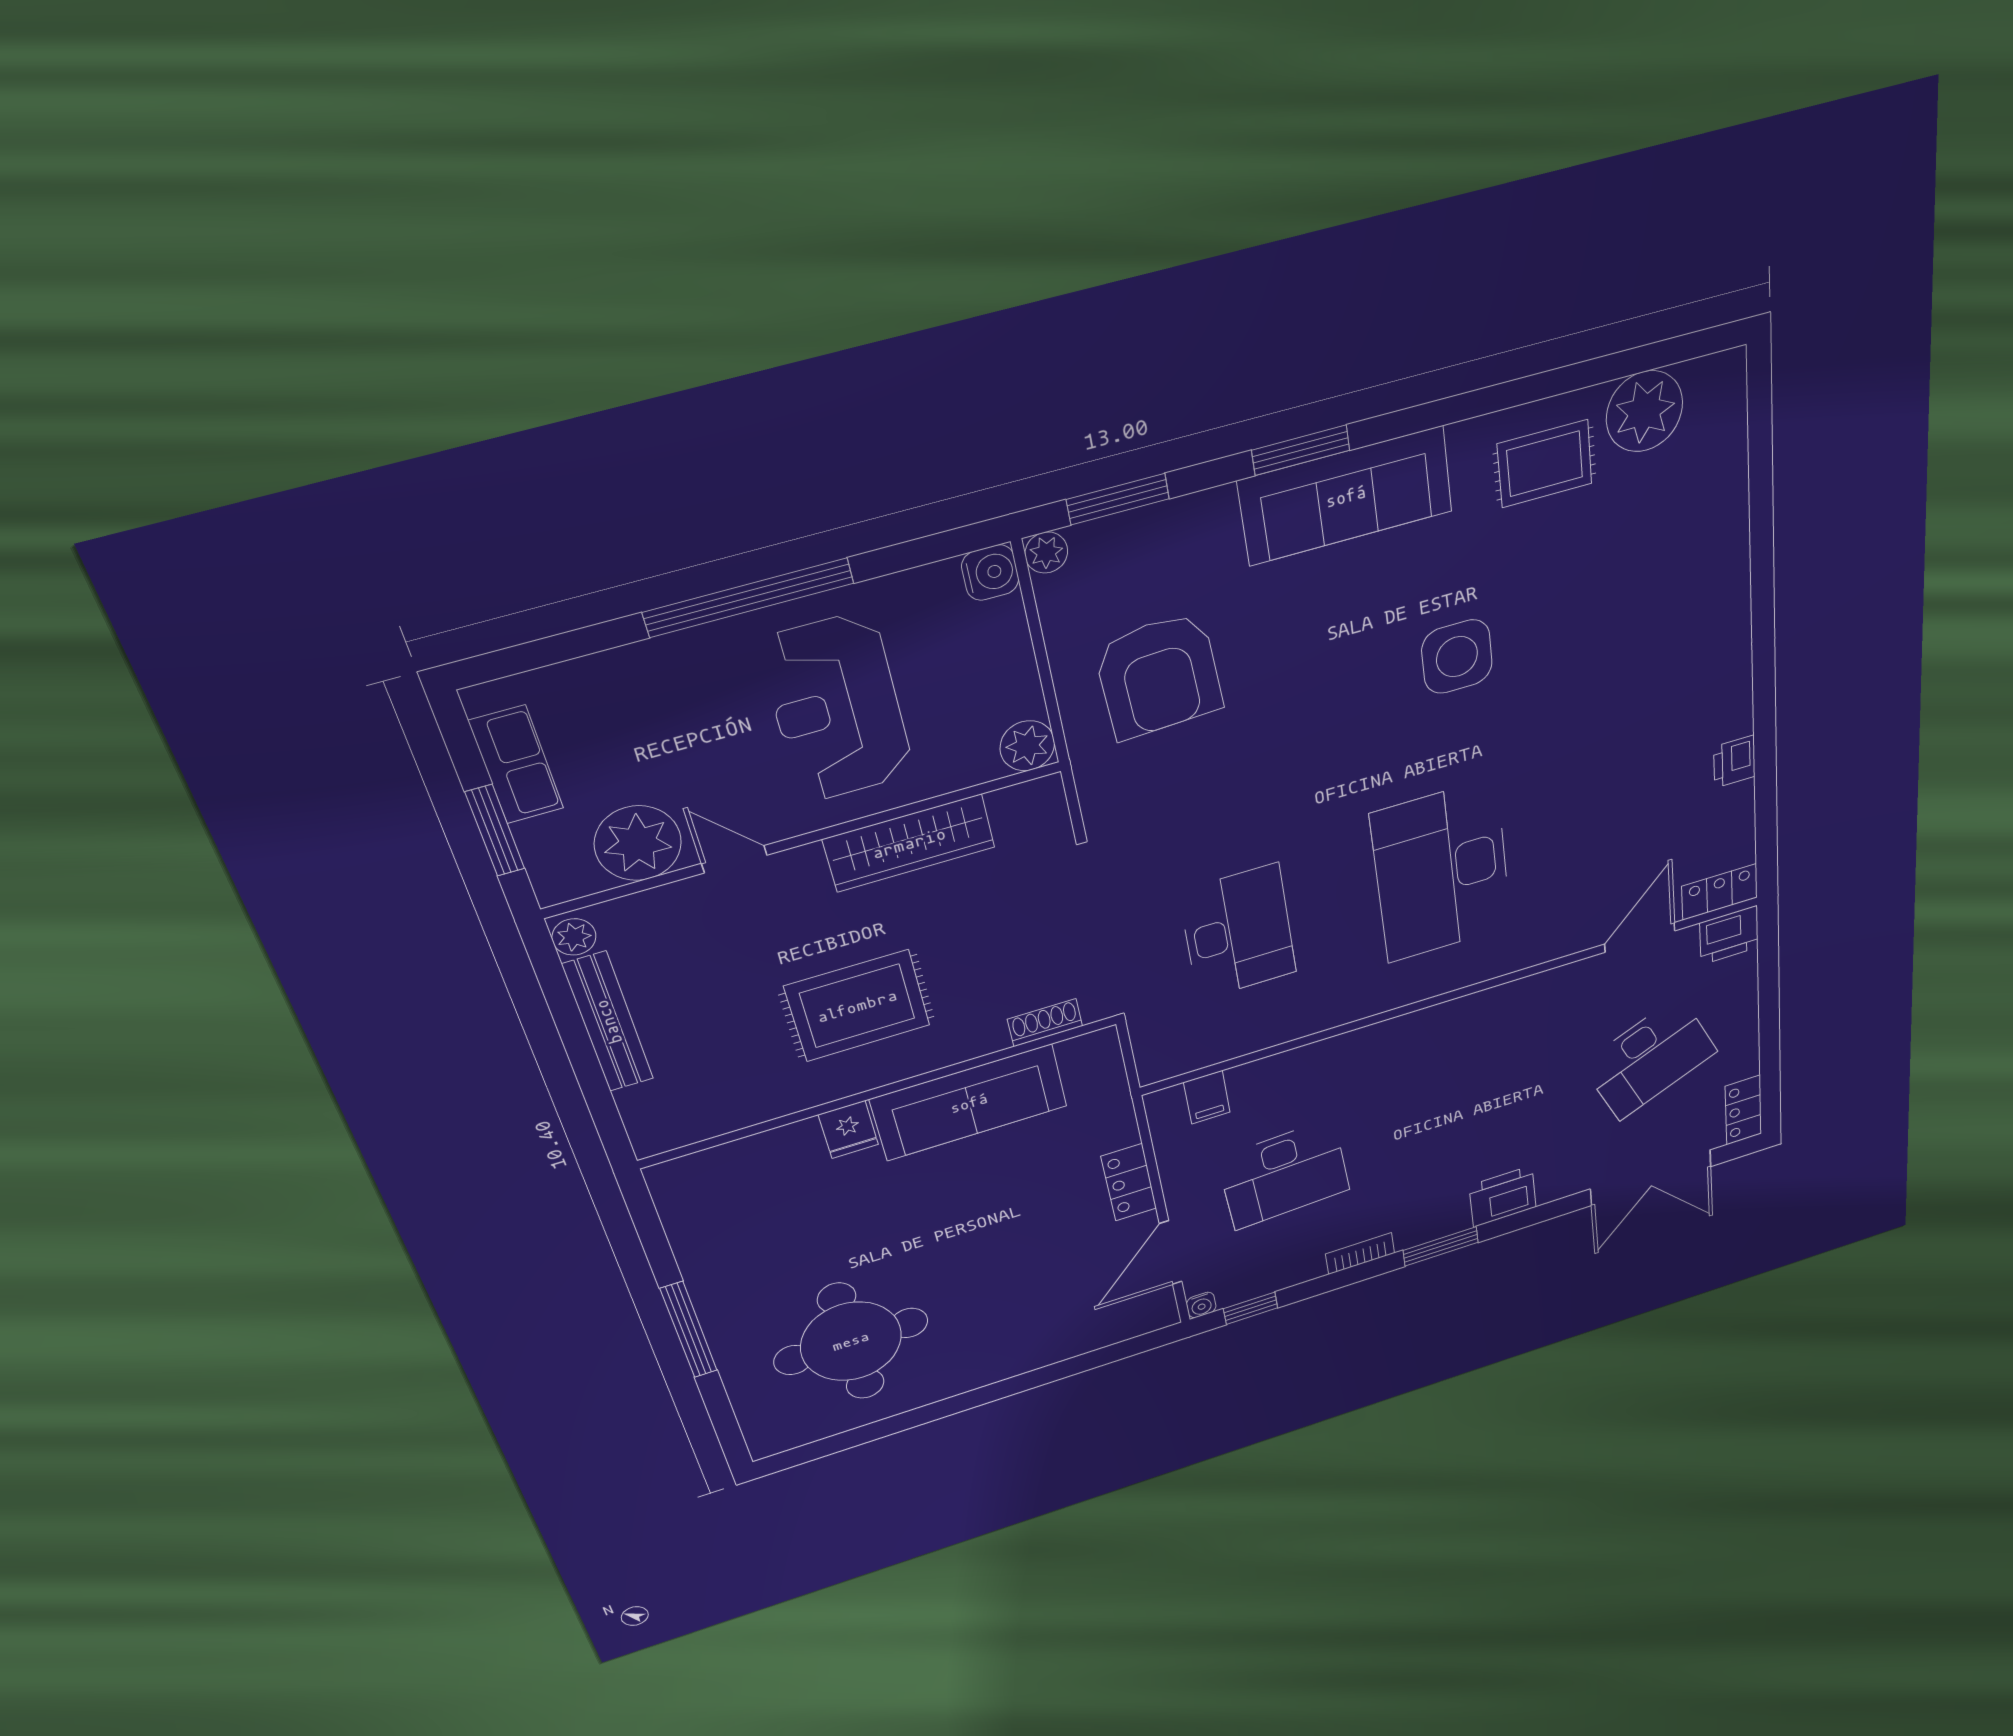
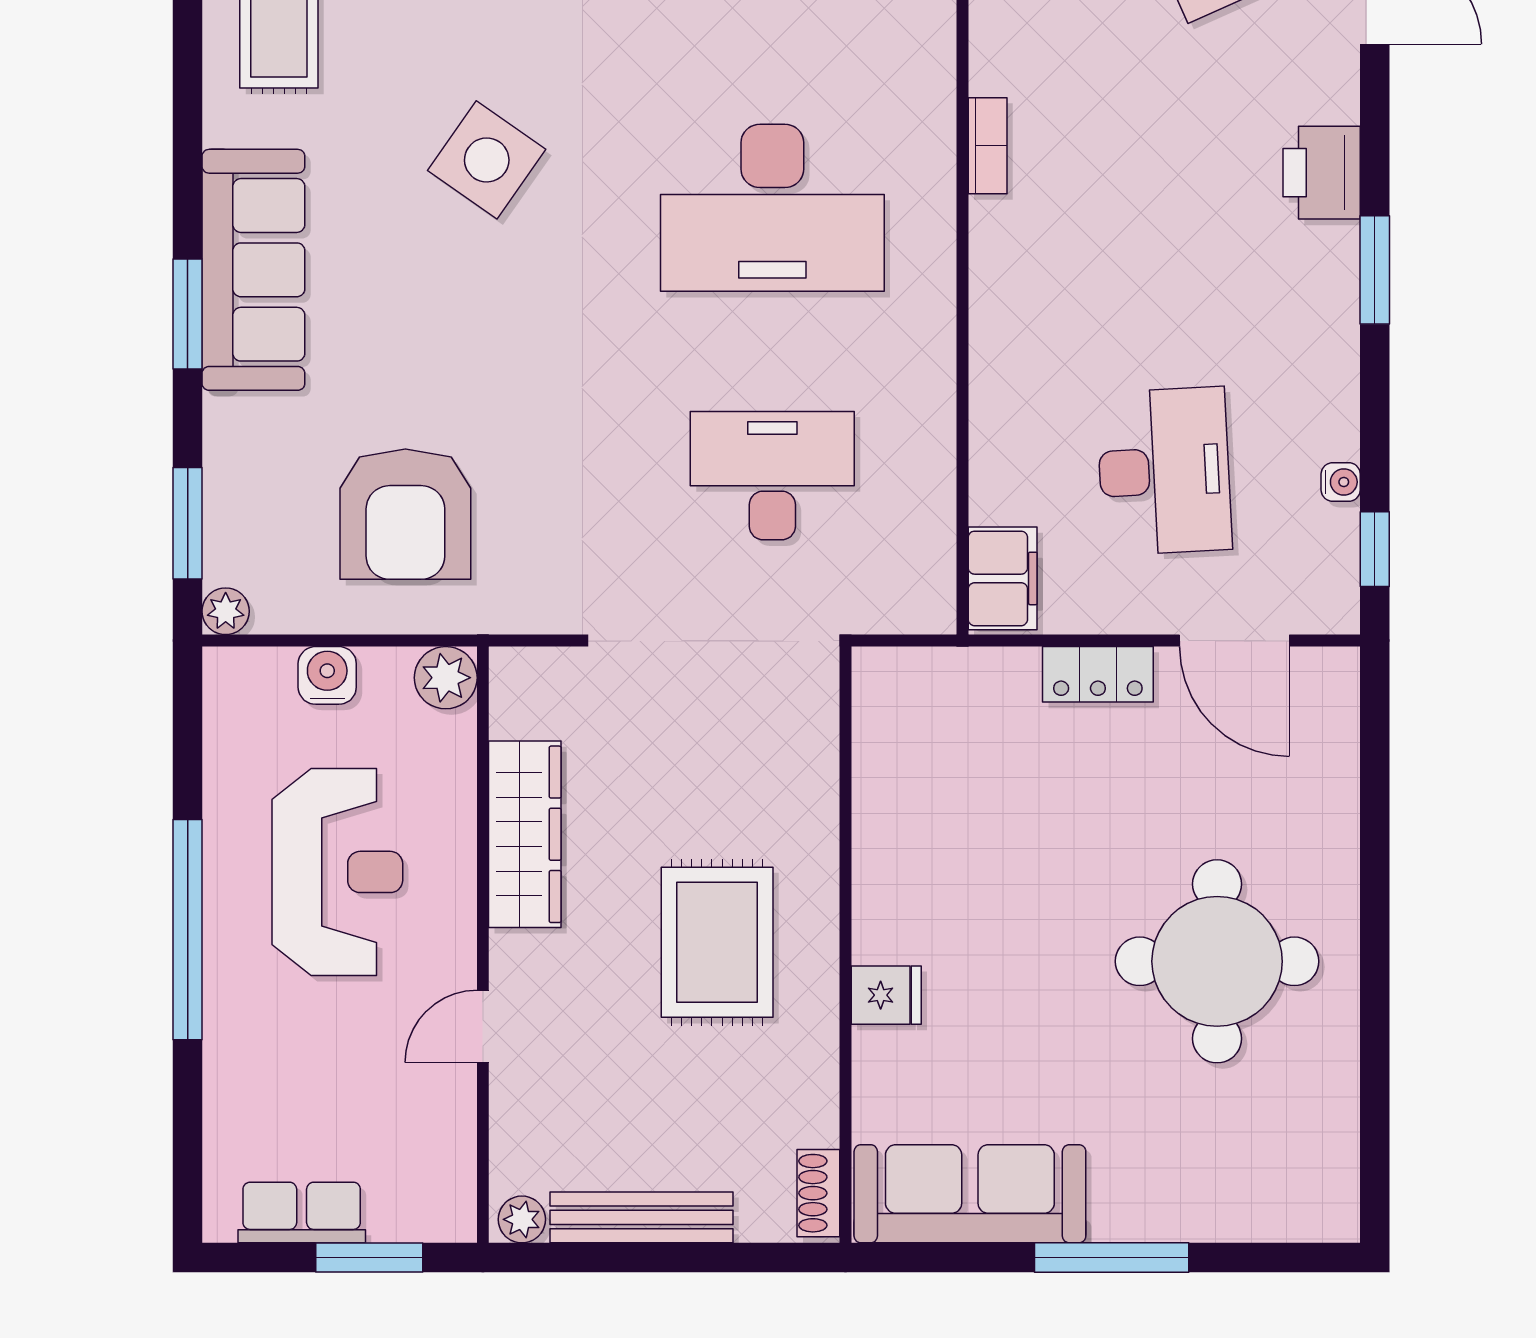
water cooler: (990, 573) -> (327, 675), moved
side table: (1457, 657) -> (487, 160), turned 35
armchair: (1159, 676) -> (405, 514), turned 93
reception desk: (837, 708) -> (337, 872), turned -90
plant: (638, 843) -> (431, 1120), removed
shoe rack: (1045, 1023) -> (818, 1193), moved
filing cabinet: (1207, 1097) -> (1003, 578), width x2.00
sofa: (969, 1103) -> (970, 1194), moved, turned -90
bookcase: (1360, 1253) -> (988, 146), moved, turned 180
water cooler: (1201, 1305) -> (1341, 482), moved
round table: (851, 1341) -> (1217, 961), moved

